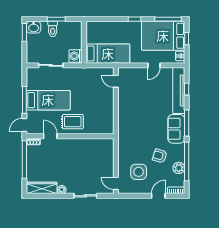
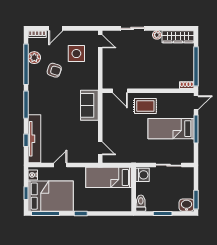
toilet: (53, 29) -> (141, 203), moved
sofa: (176, 129) -> (89, 105), moved, turned 180
door: (50, 136) -> (120, 91), moved

